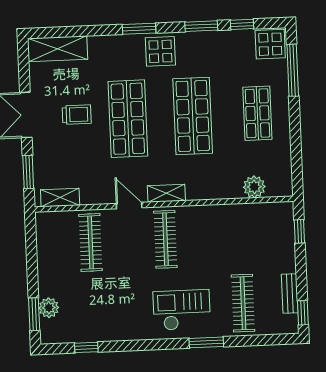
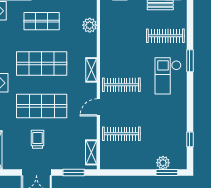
shelving: (166, 193) -> (91, 70), moved

